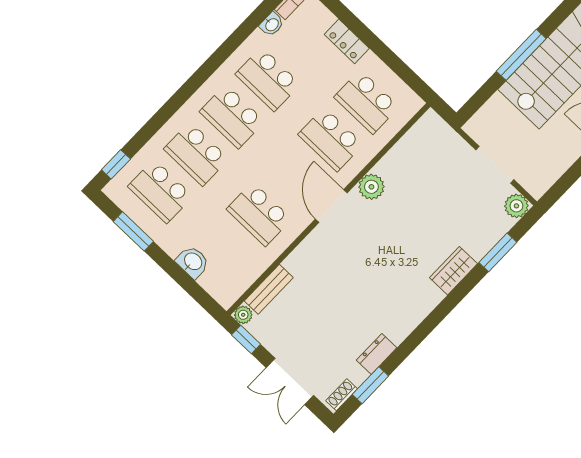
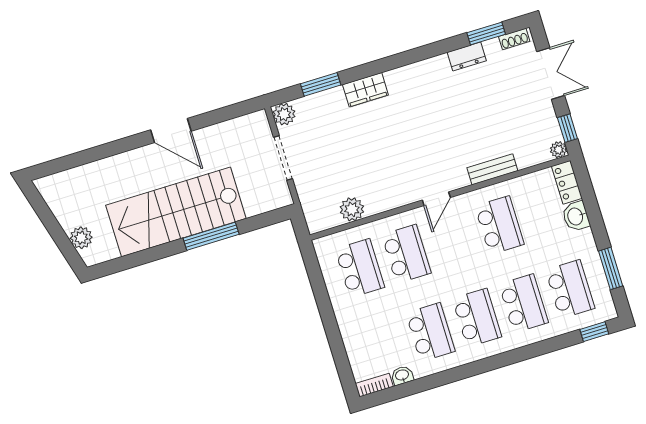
locker: (347, 41) -> (567, 182), moved, turned 180
plant: (371, 187) -> (352, 209), moved
door: (331, 206) -> (436, 199), width x0.73
bench: (269, 289) -> (492, 169), moved

